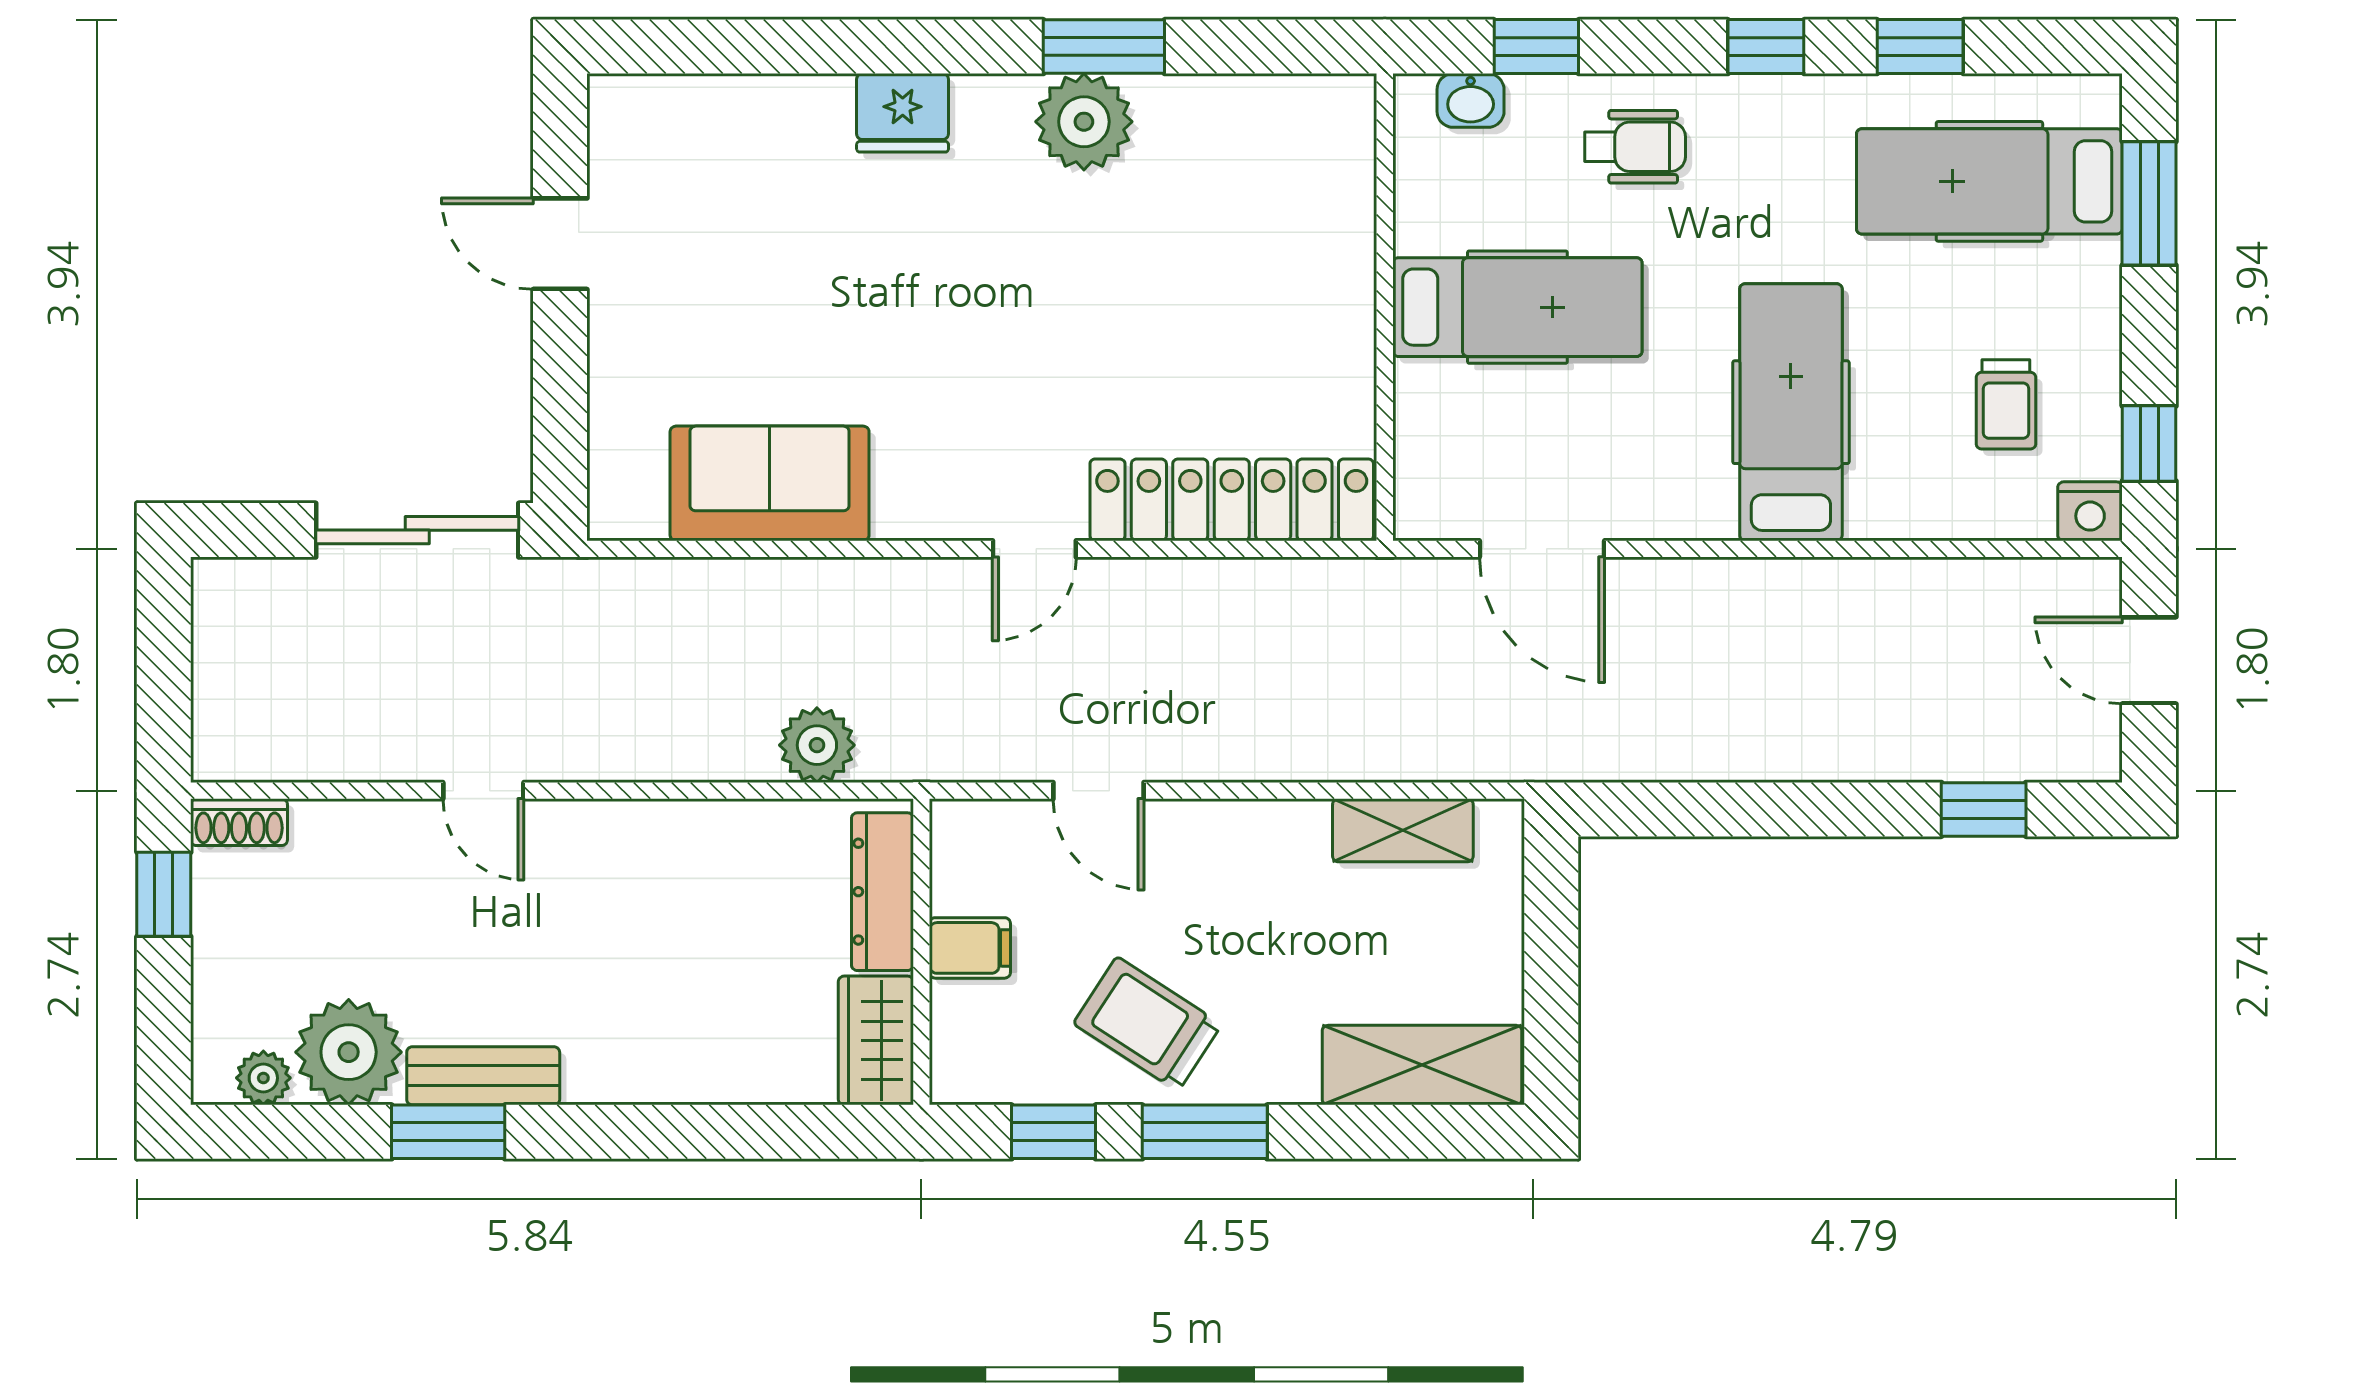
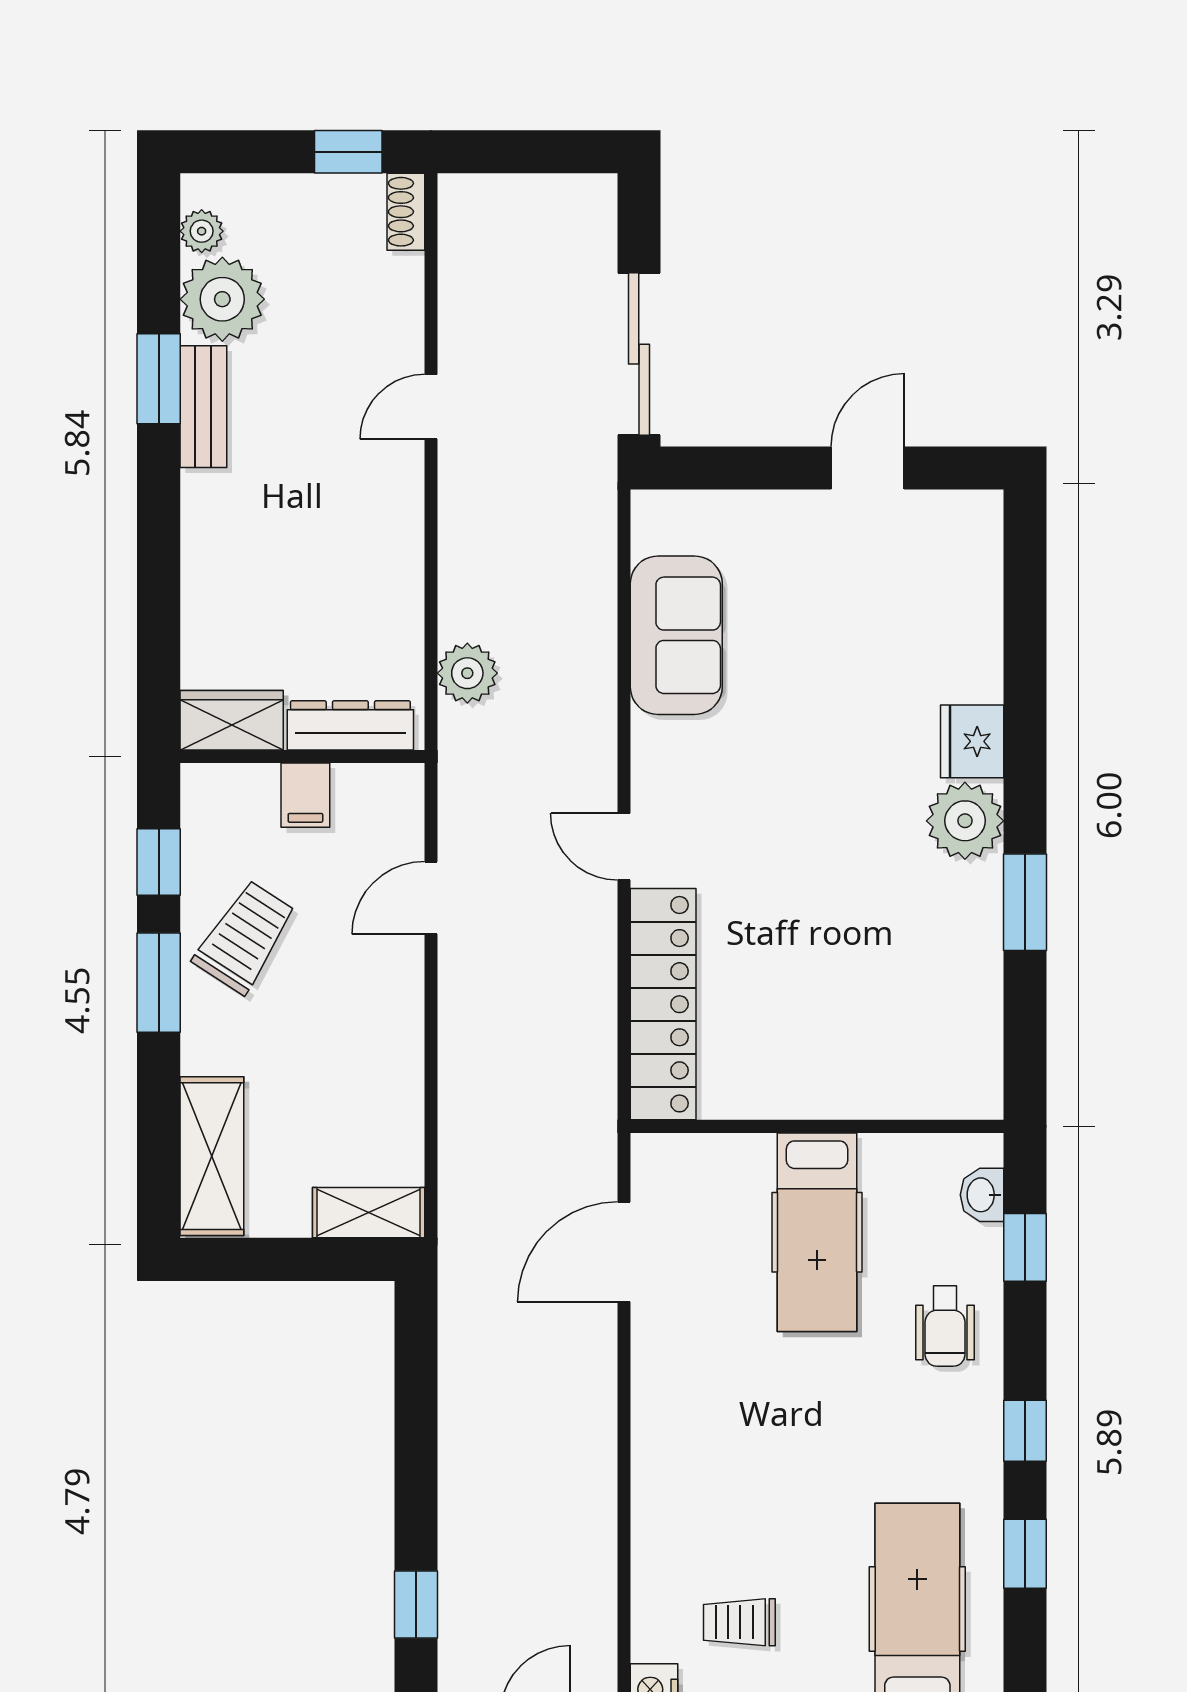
plant: (1084, 122) -> (965, 821), moved
hospital bed: (1791, 412) -> (733, 1451), removed
shelving: (1403, 830) -> (369, 1213), moved, turned 90

